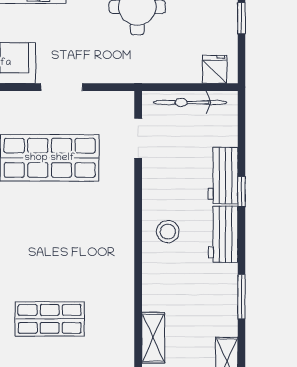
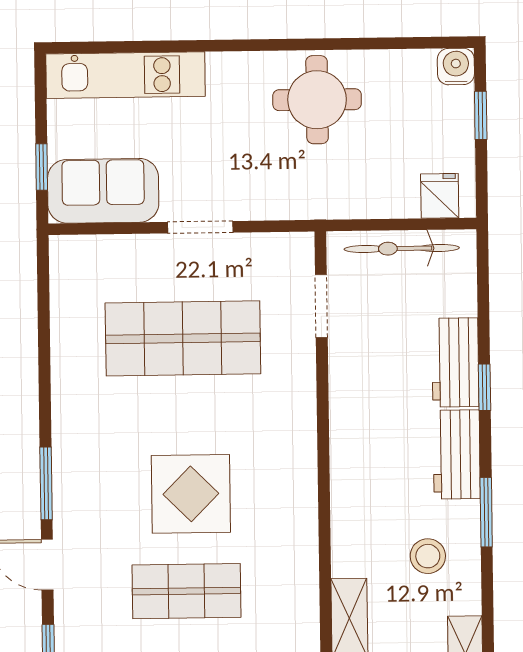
stool: (168, 232) -> (428, 556), moved
display table: (53, 257) -> (191, 494), added
window: (241, 297) -> (486, 512), moved

